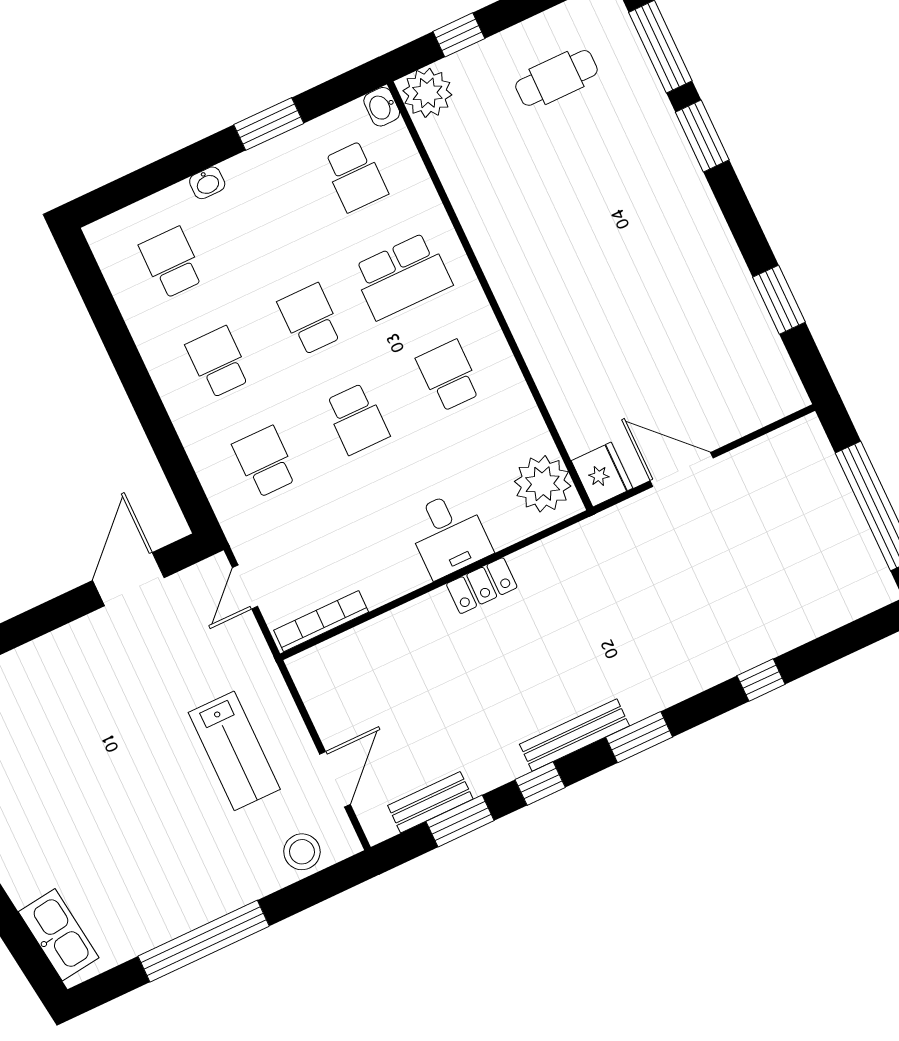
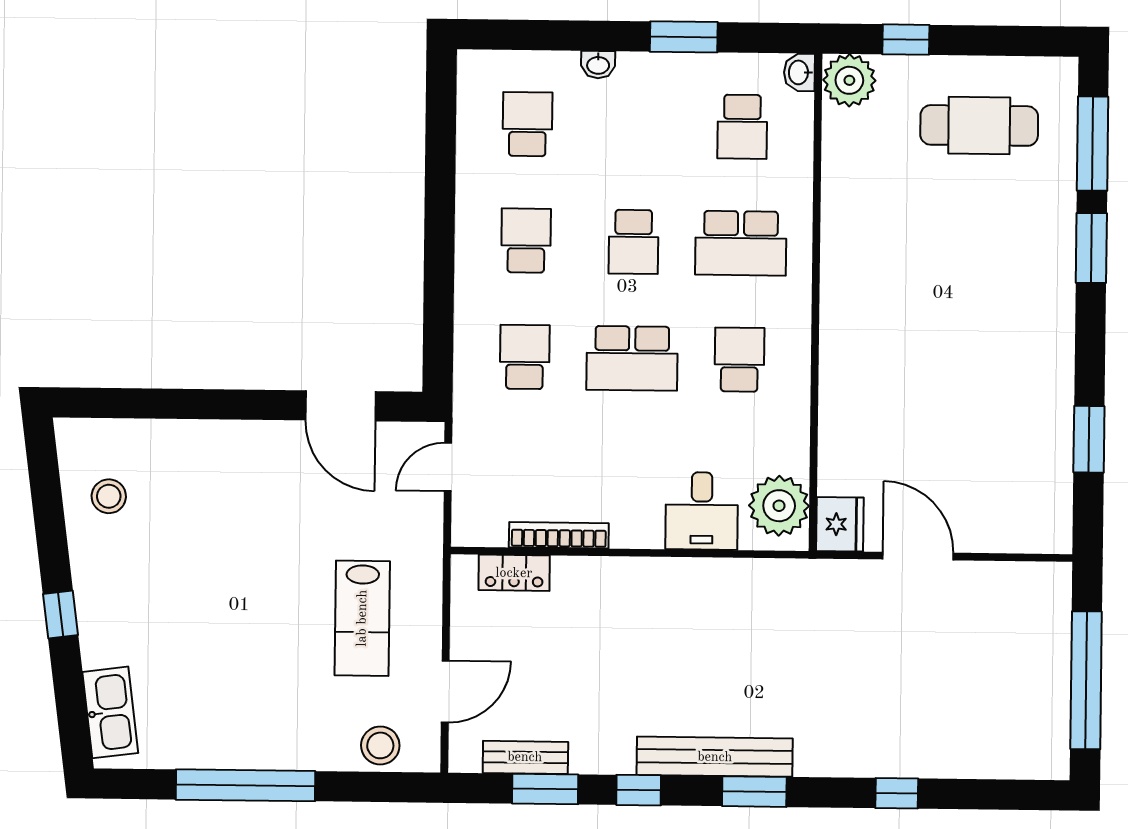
cafe table: (556, 78) -> (979, 125), width x1.37, depth x1.35
school desk: (310, 319) -> (633, 242), turned 180
school desk: (357, 419) -> (632, 358), width x1.85
desk: (449, 534) -> (702, 511), moved
door: (128, 579) -> (341, 406), swing flipped
locker: (482, 586) -> (514, 573), moved
bookcase: (321, 621) -> (559, 535), moved
bench: (574, 735) -> (715, 757), width x1.37, depth x1.21

